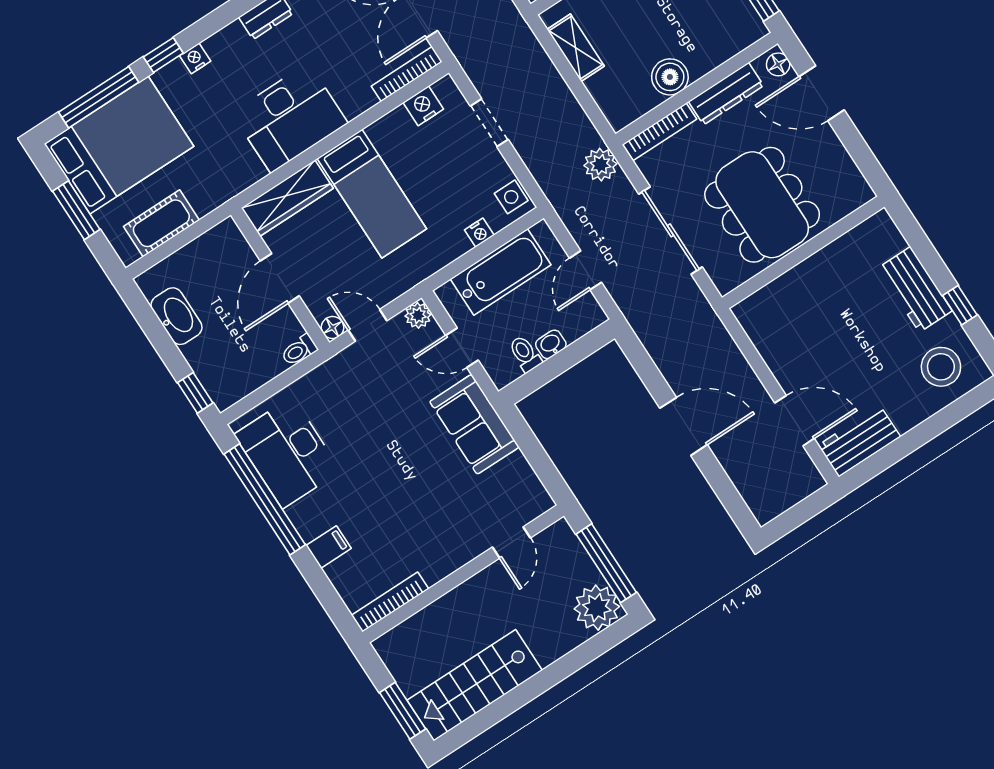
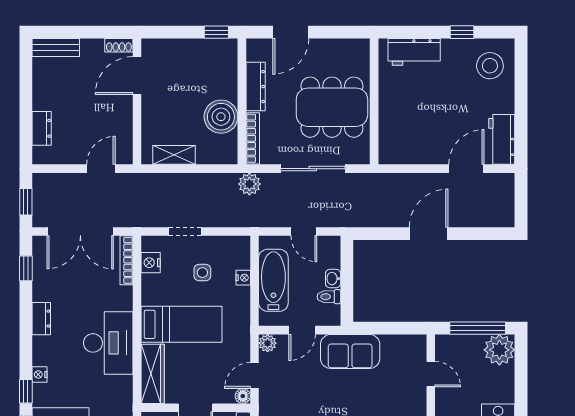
floor lamp: (778, 64) -> (258, 46), removed
boiler: (670, 77) -> (221, 117), width x1.37, depth x1.37
side table: (511, 197) -> (202, 273), moved
workbench: (915, 290) -> (414, 52), moved

